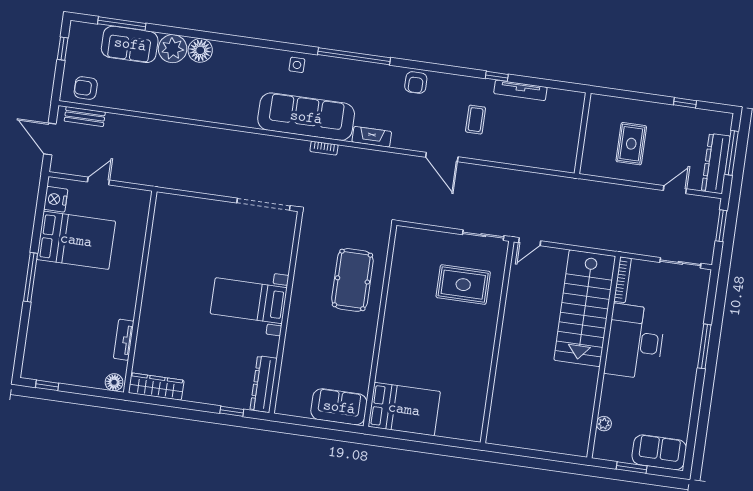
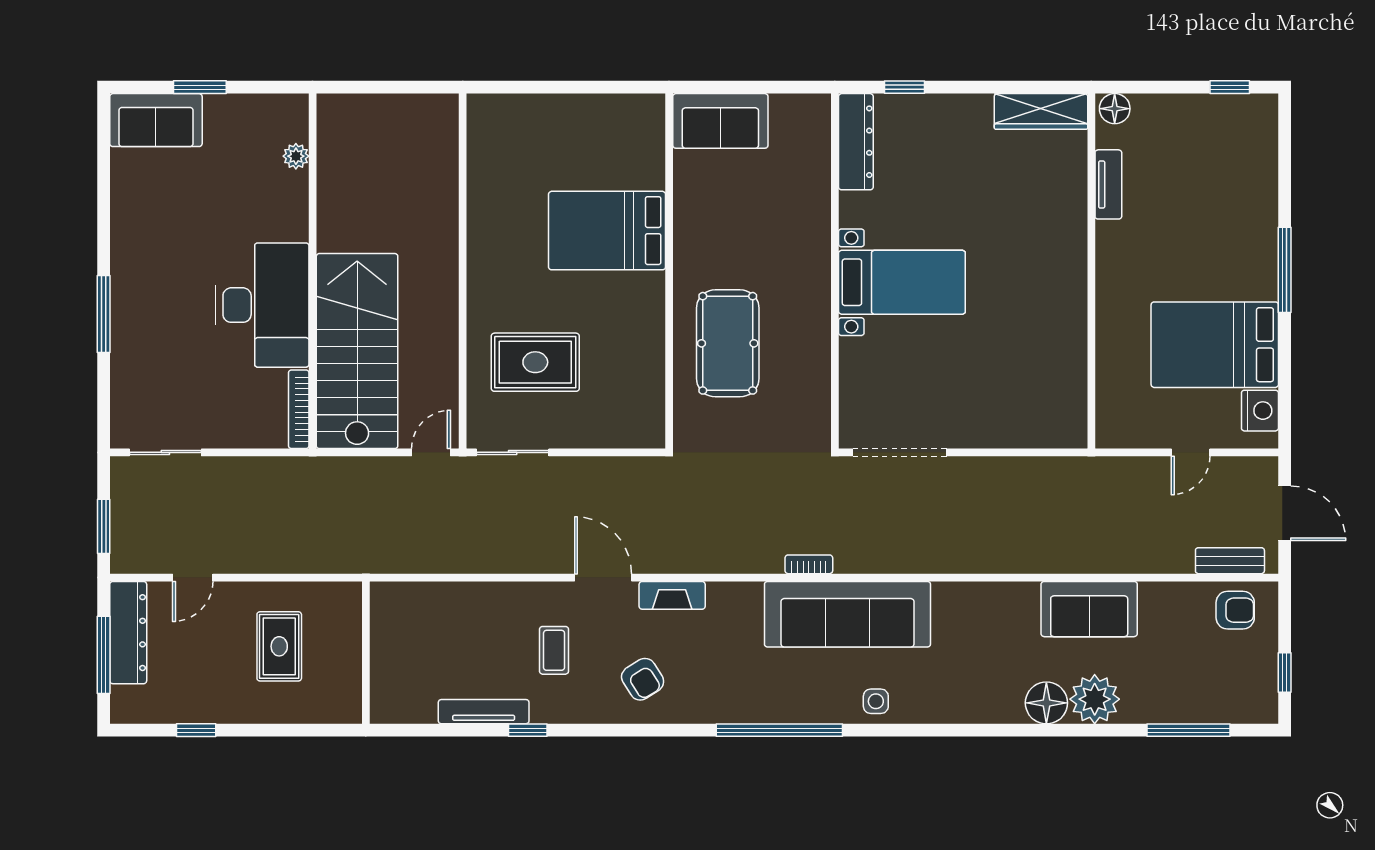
sofa: (130, 44) -> (1089, 609), moved, turned 180
armchair: (416, 83) -> (643, 679), moved, turned 148
fireplace: (372, 137) -> (672, 595), moved
bookcase: (623, 280) -> (299, 409), moved
stairs: (585, 308) -> (357, 351), moved
desk: (635, 342) -> (262, 305), moved
wall: (604, 357) -> (313, 271), moved
bed: (404, 409) -> (607, 231), moved
plant: (604, 424) -> (296, 156), moved

